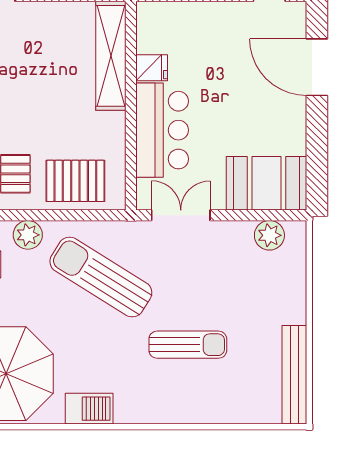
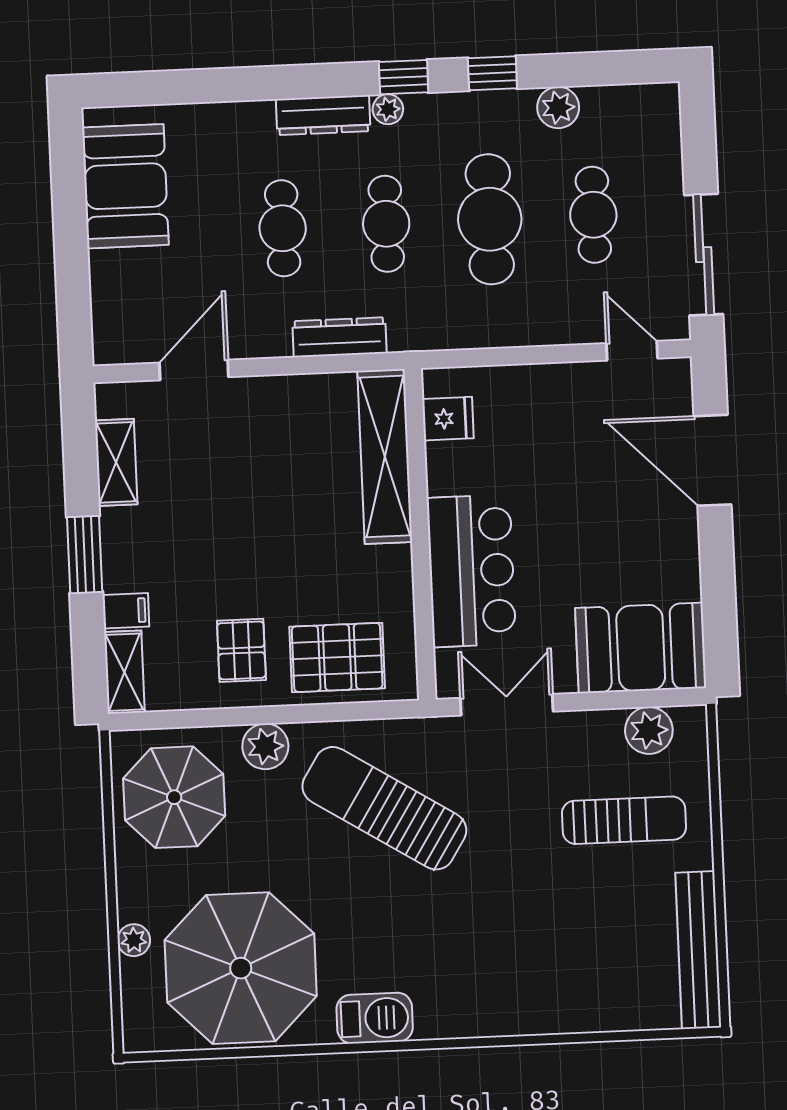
fridge: (152, 68) -> (448, 419), moved
sun lounger: (188, 345) -> (624, 820), moved

